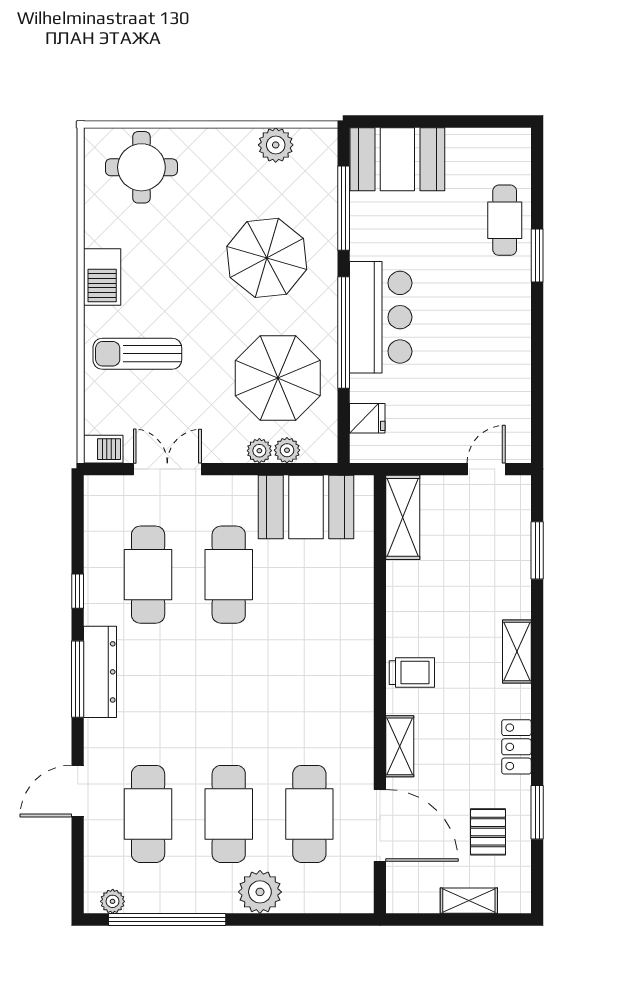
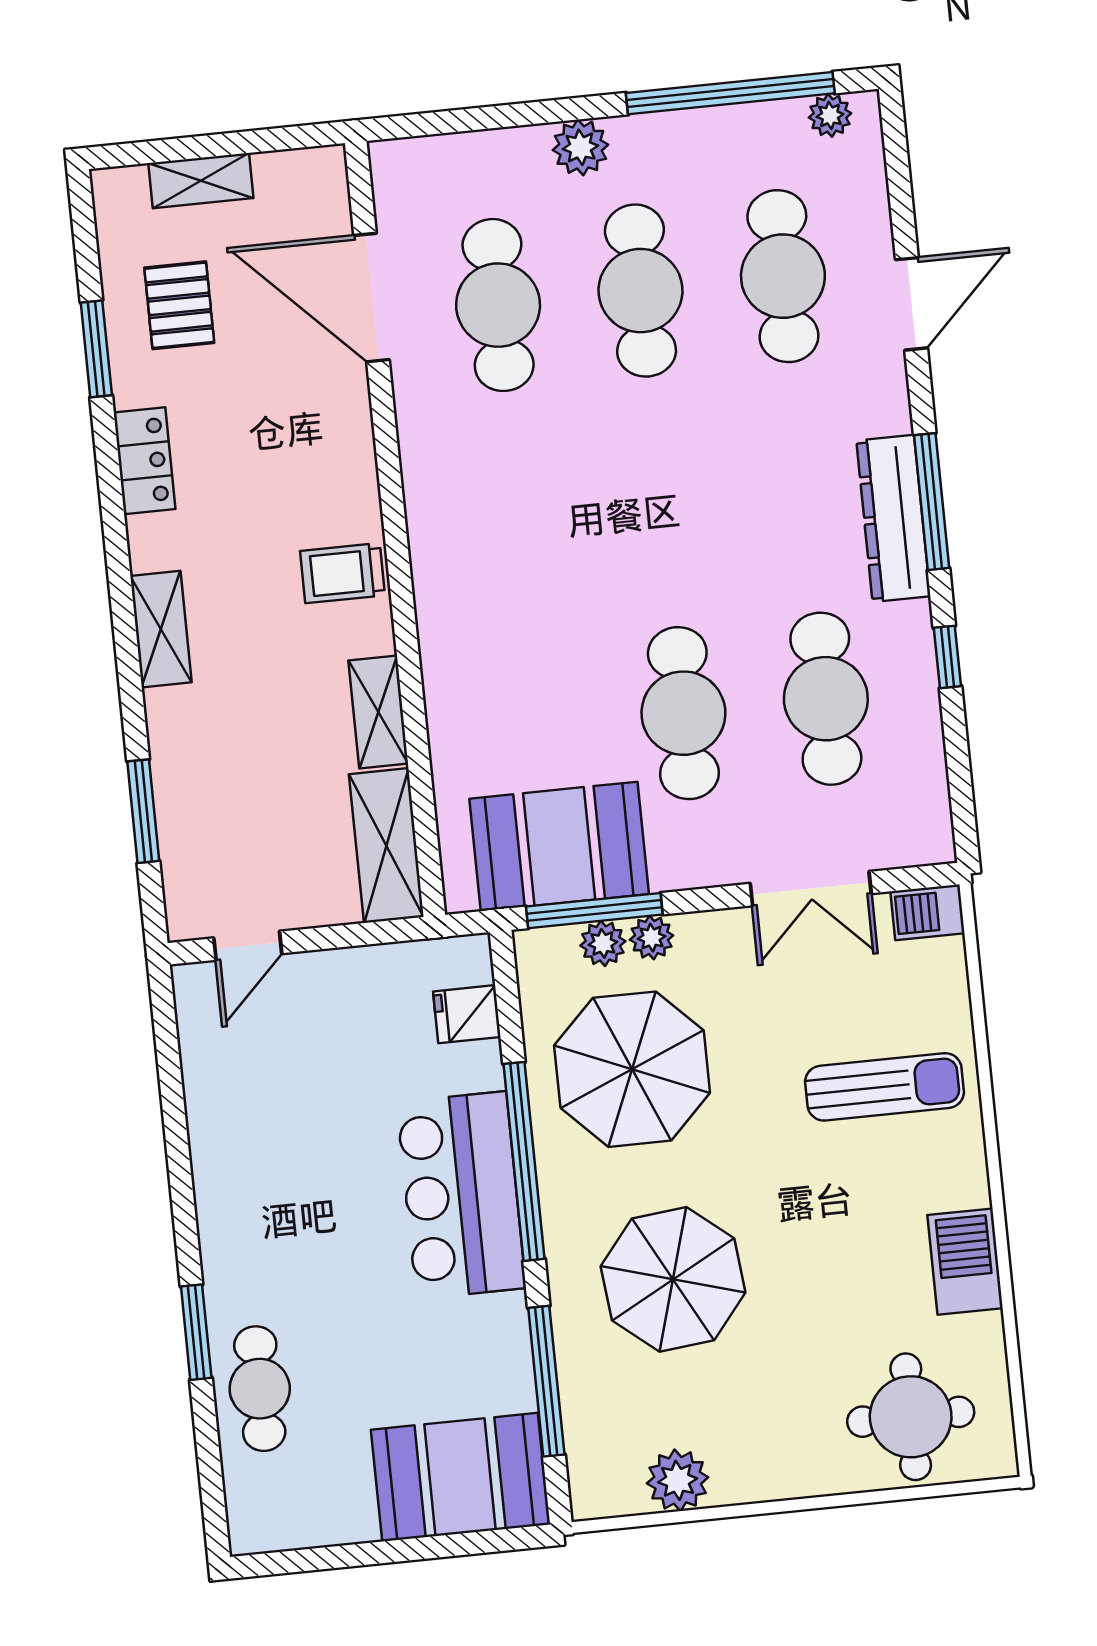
barbecue: (102, 277) -> (965, 1262), moved
window: (290, 469) -> (594, 911), added
shelving: (400, 746) -> (378, 712), moved
plant: (260, 892) -> (580, 147), width x0.73, depth x0.73

